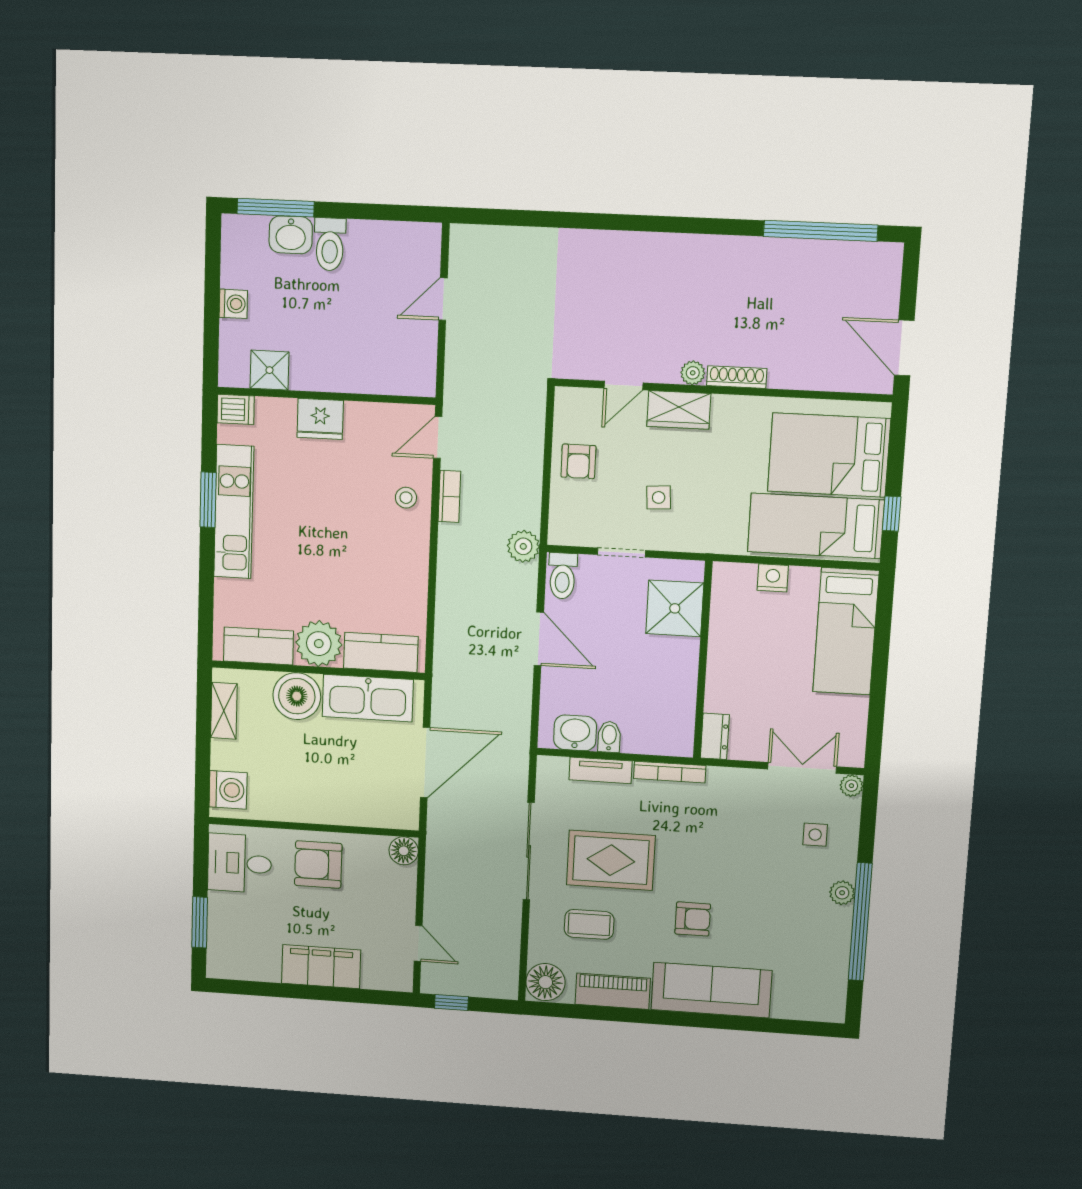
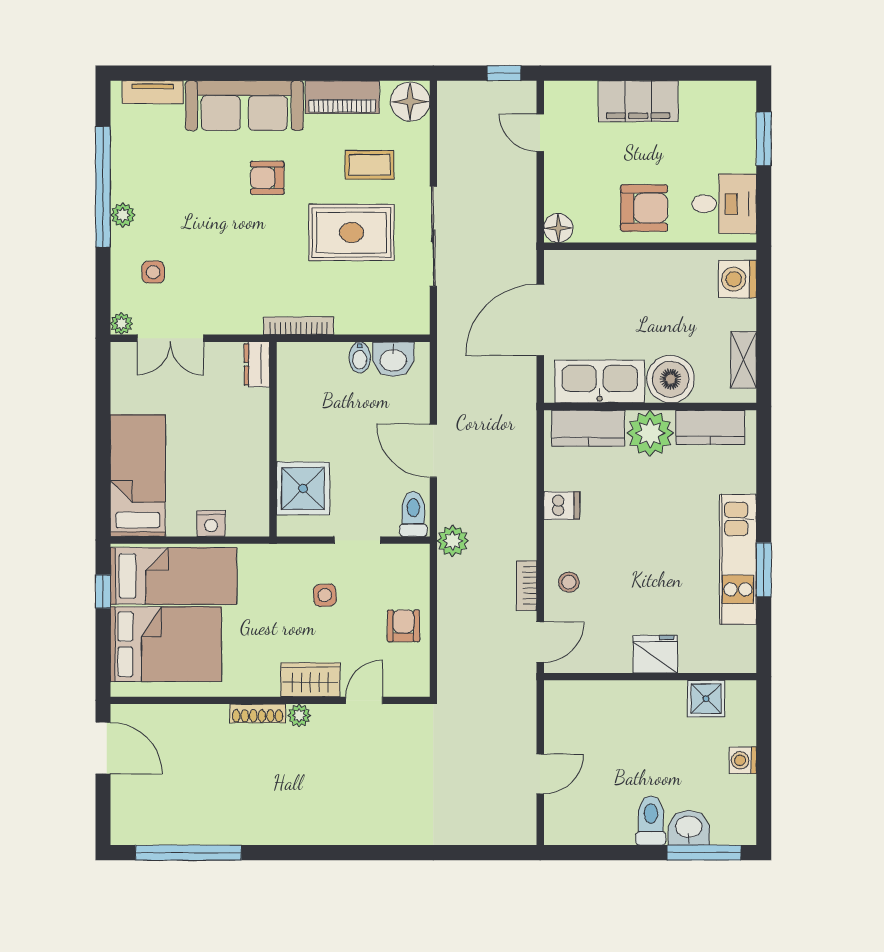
dishwasher: (236, 409) -> (562, 506), moved, turned 180
tv unit: (601, 770) -> (153, 92), moved, turned 180

